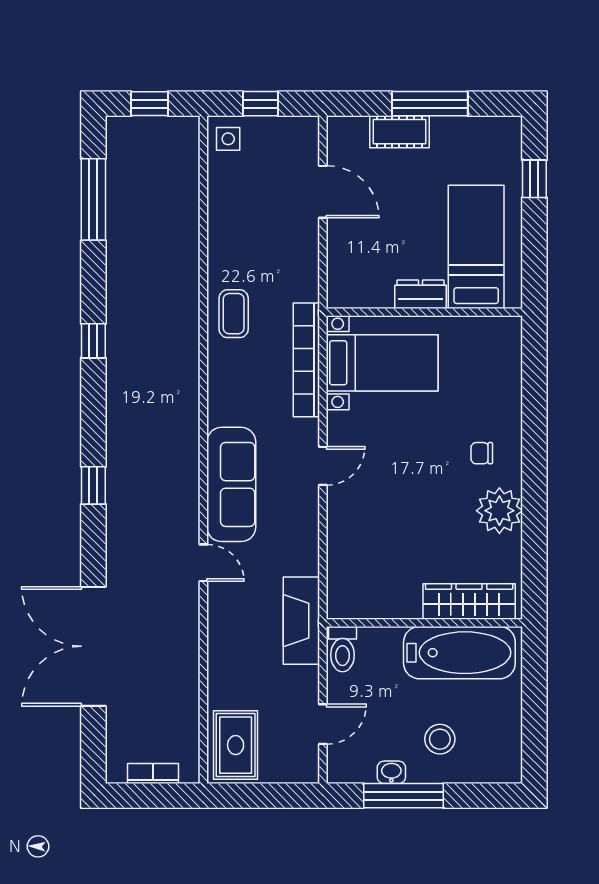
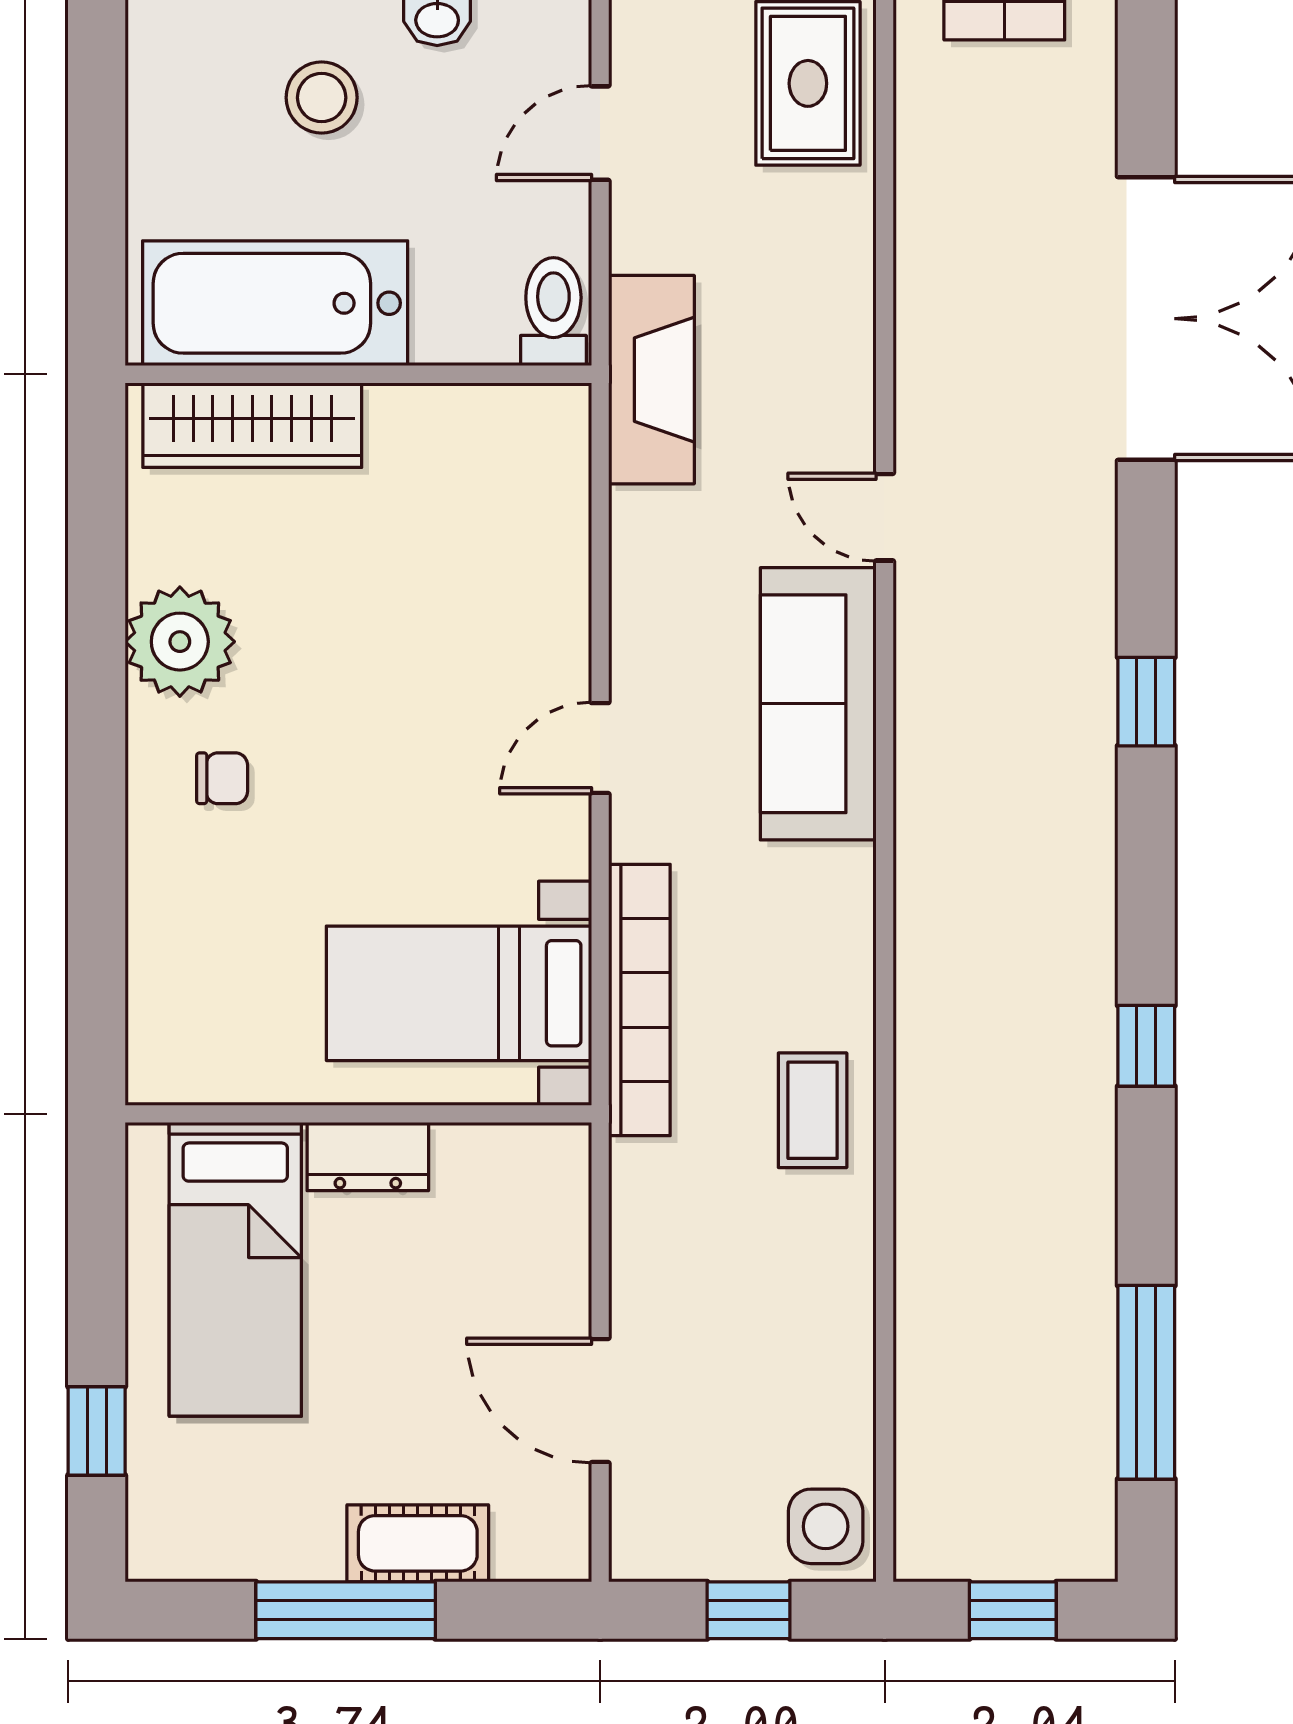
side table: (228, 139) -> (826, 1526), width x1.37, depth x1.37

